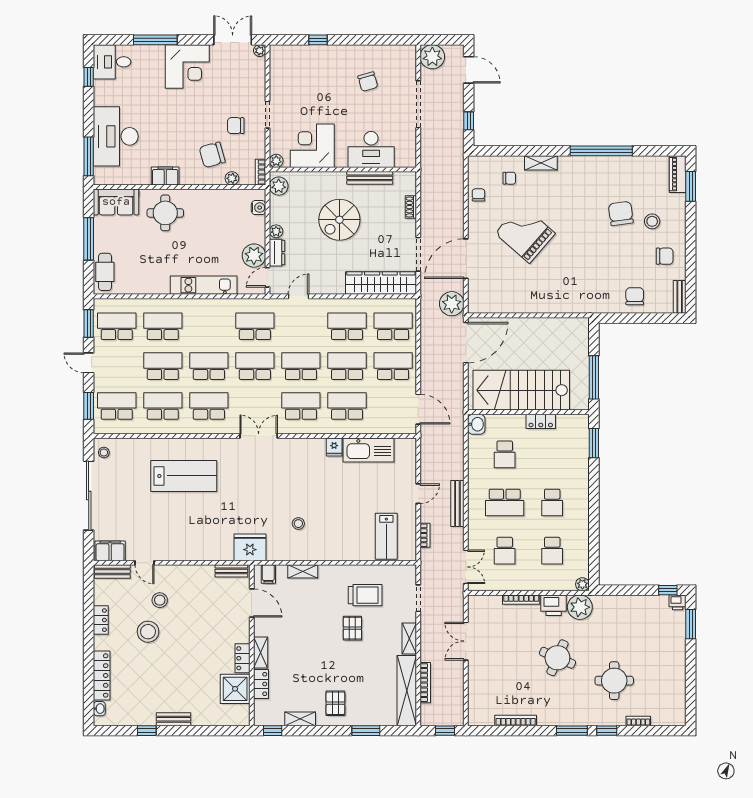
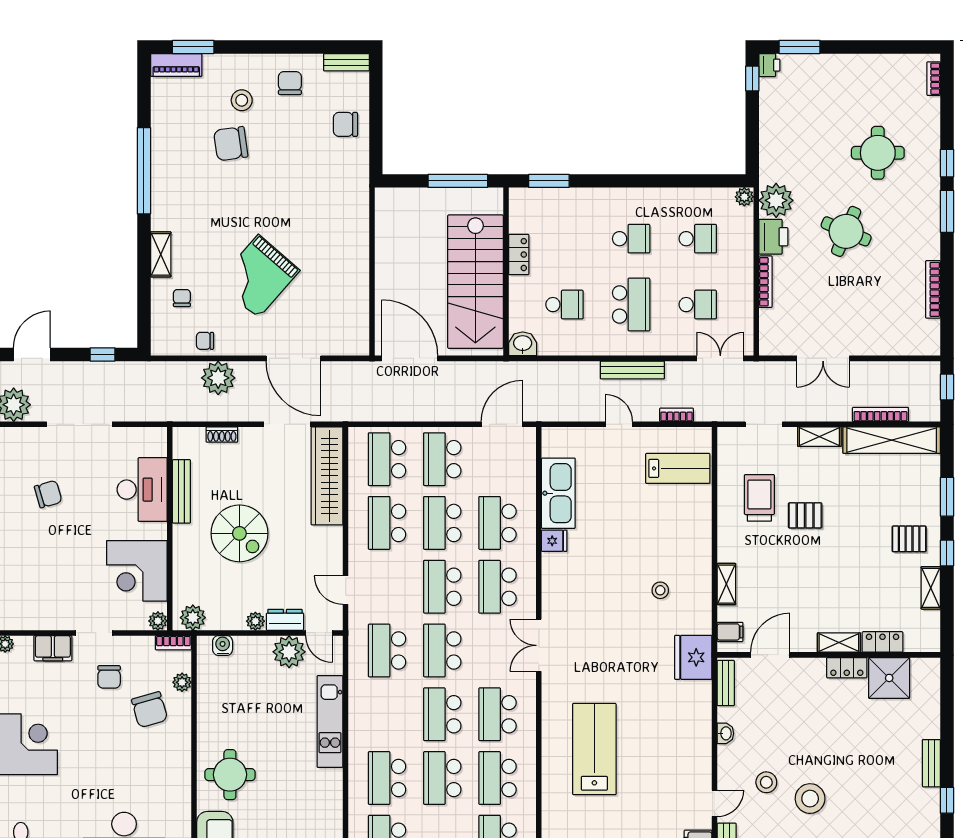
filing cabinet: (165, 176) -> (53, 648), moved, turned -90
plant: (452, 304) -> (218, 378), moved
washbasin: (195, 571) -> (725, 733), added
bookcase: (638, 721) -> (934, 79), moved
window: (273, 731) -> (947, 553), moved

